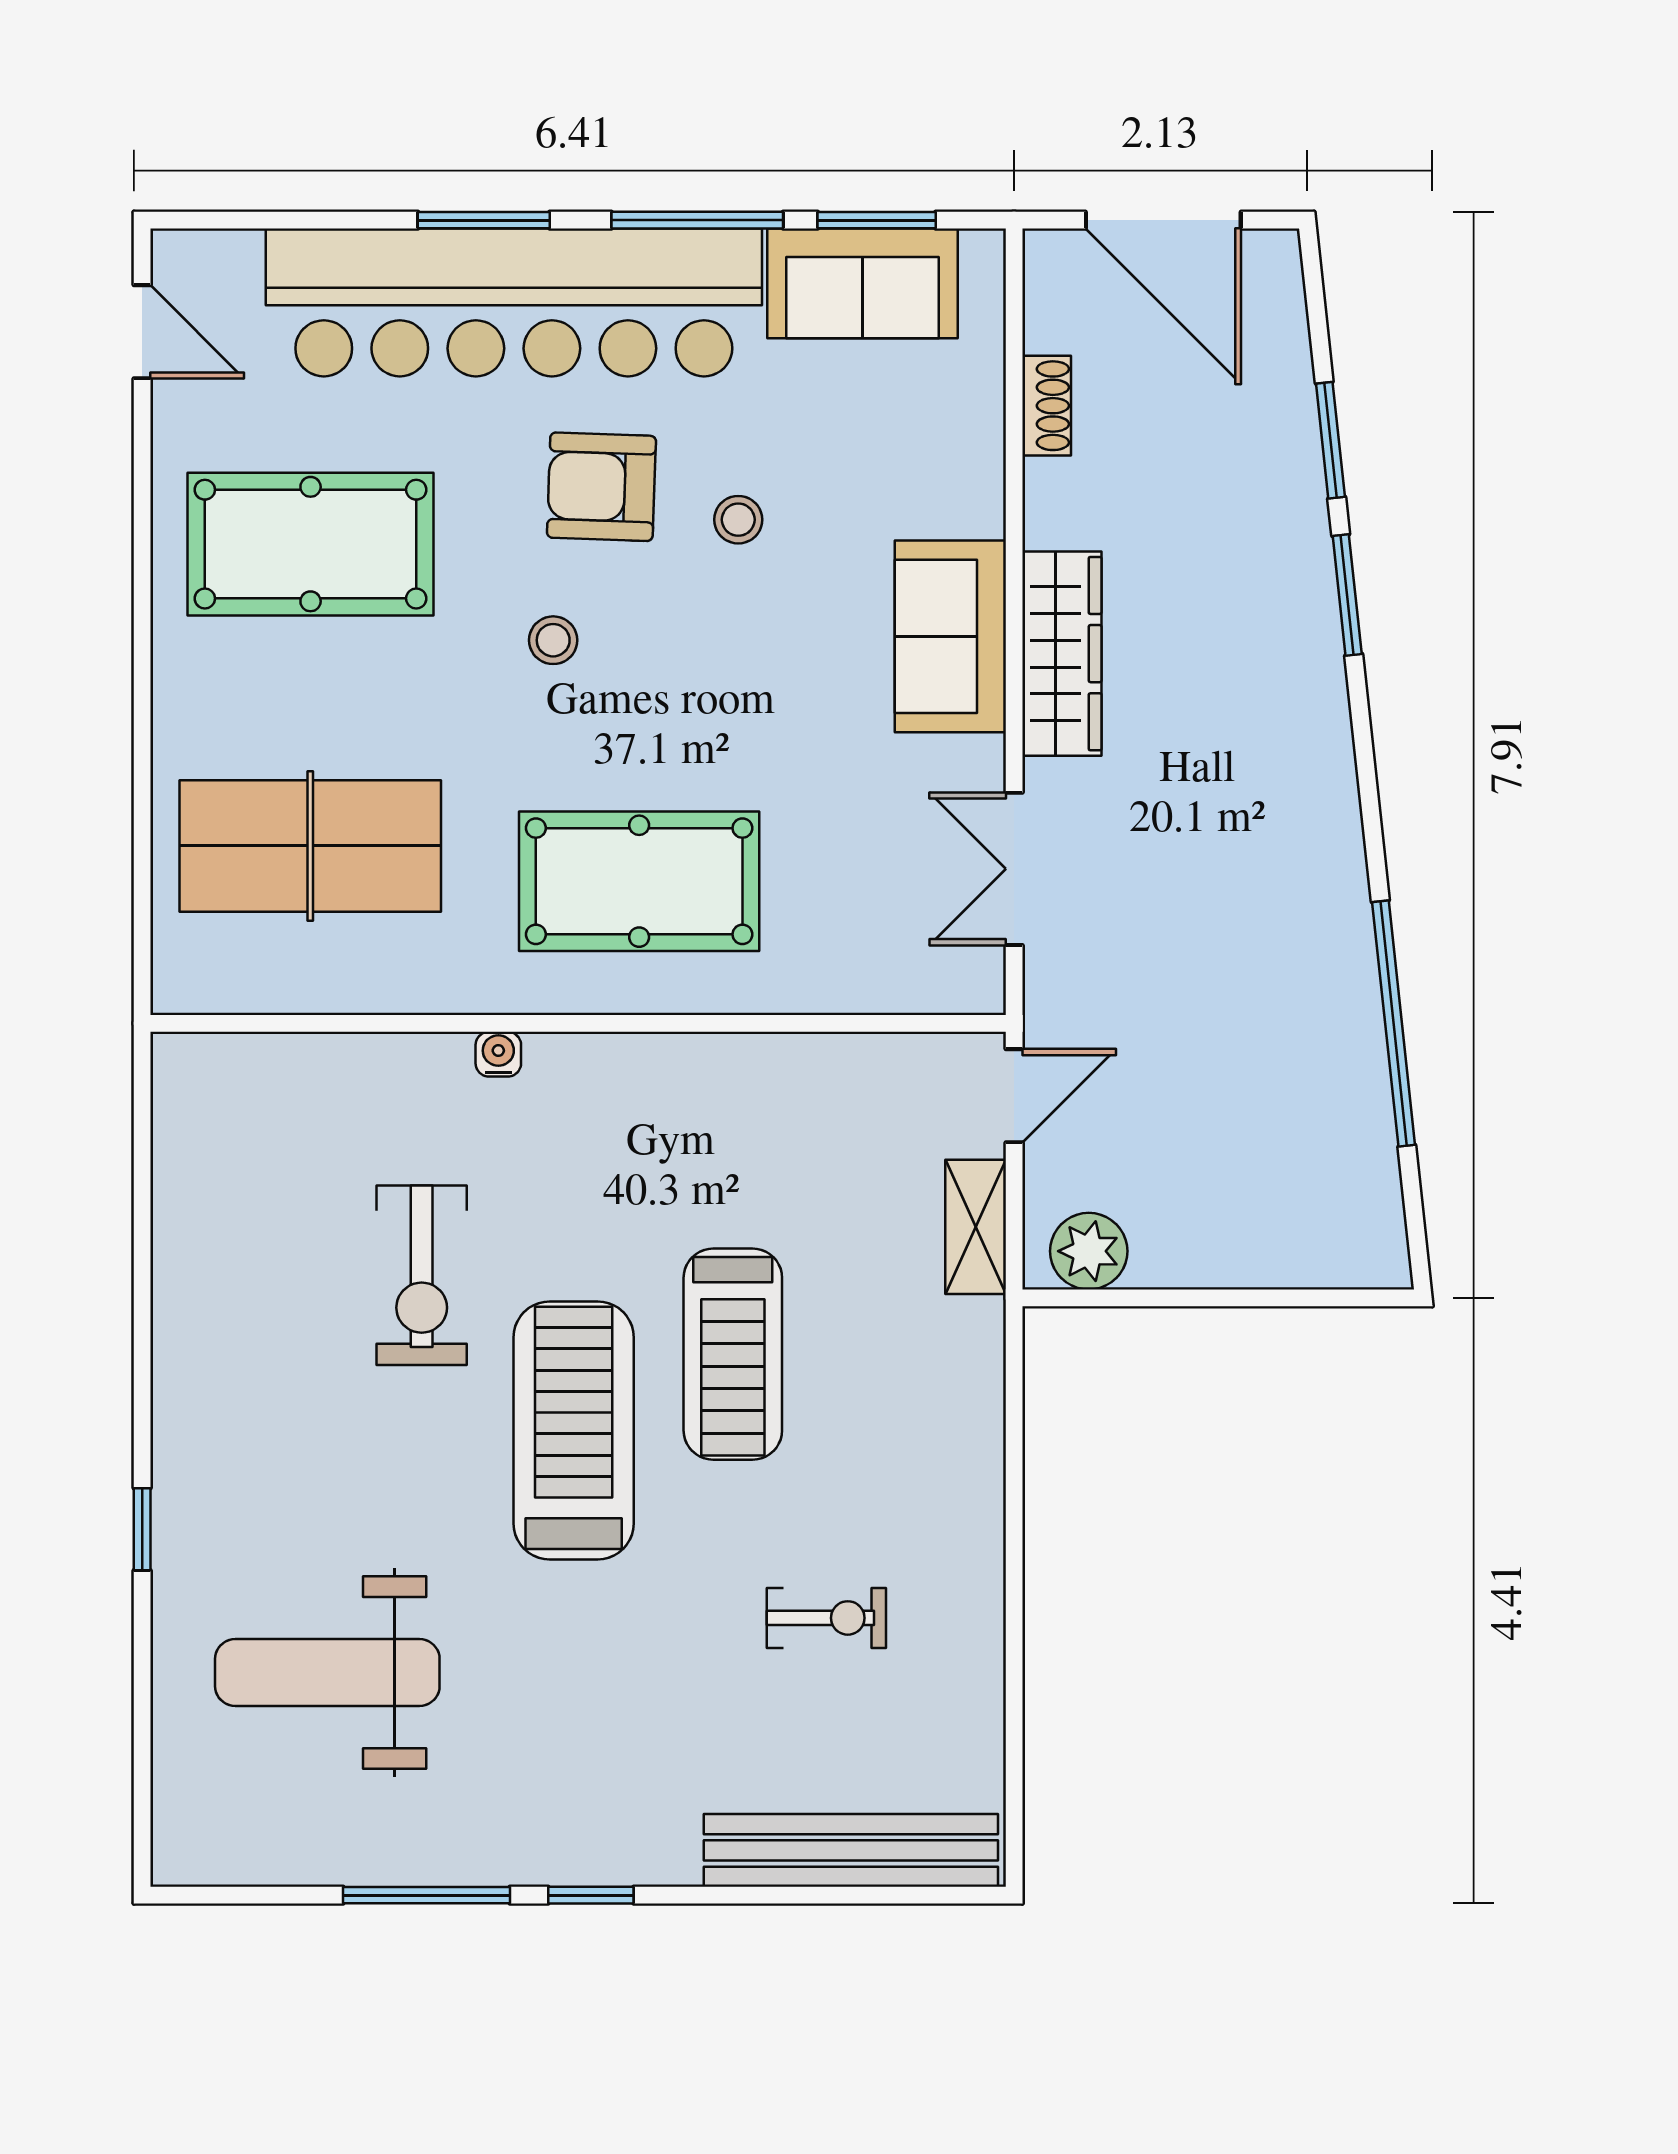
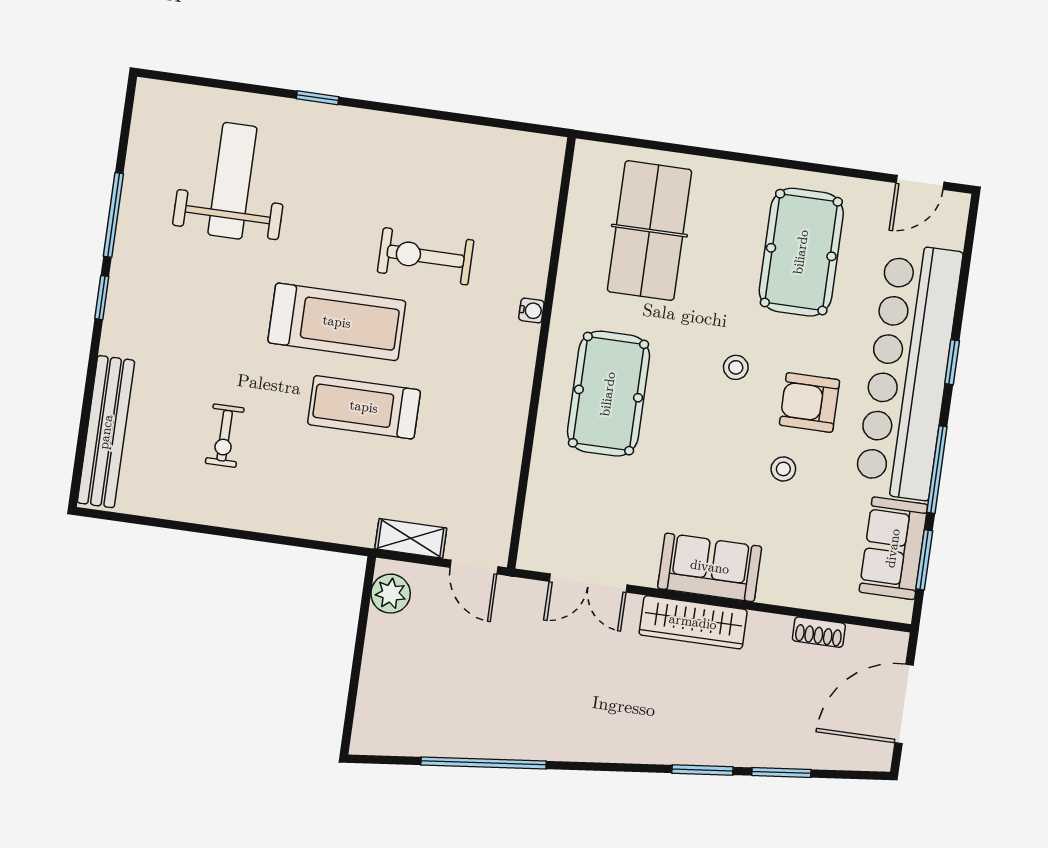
window: (484, 220) -> (952, 362), width x0.67
armchair: (601, 487) -> (810, 402), turned -92
double door: (1014, 869) -> (588, 583), swing flipped

